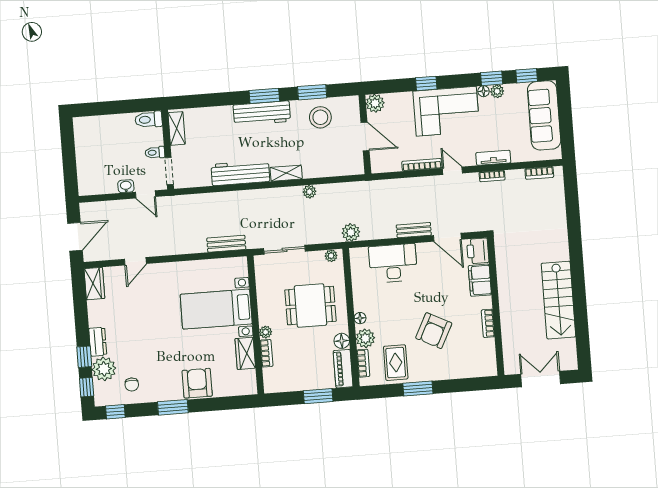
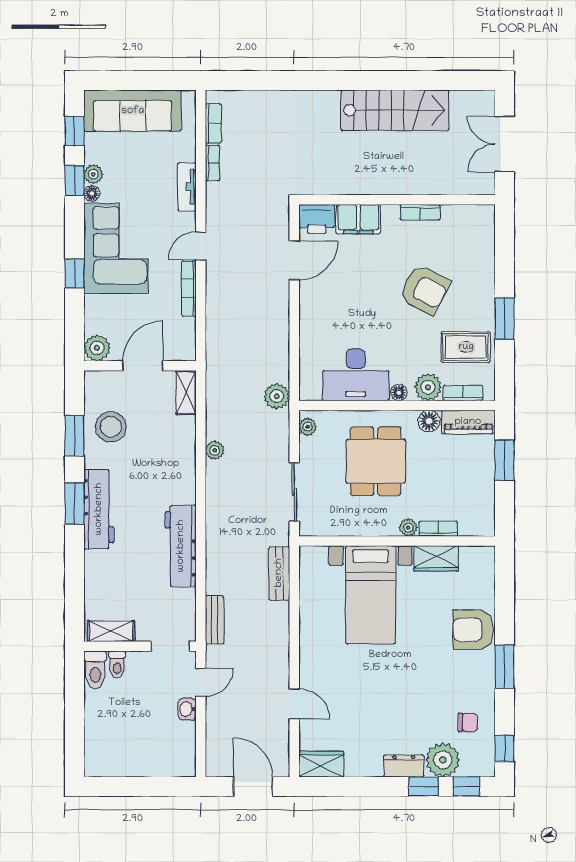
toilet: (155, 153) -> (117, 664), moved
shelving: (286, 173) -> (186, 392), moved
bookcase: (492, 176) -> (213, 163), moved
bench: (414, 230) -> (215, 620), moved
desk: (393, 263) -> (356, 375), moved, turned -90

